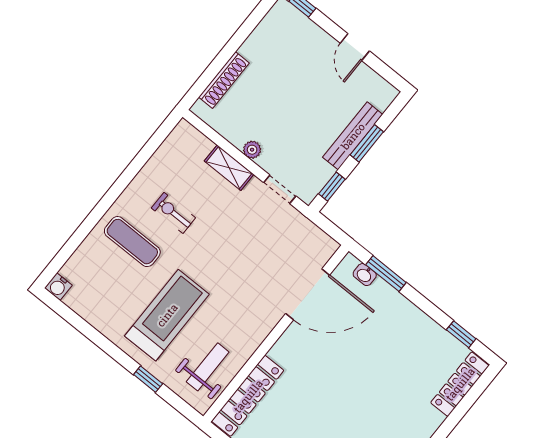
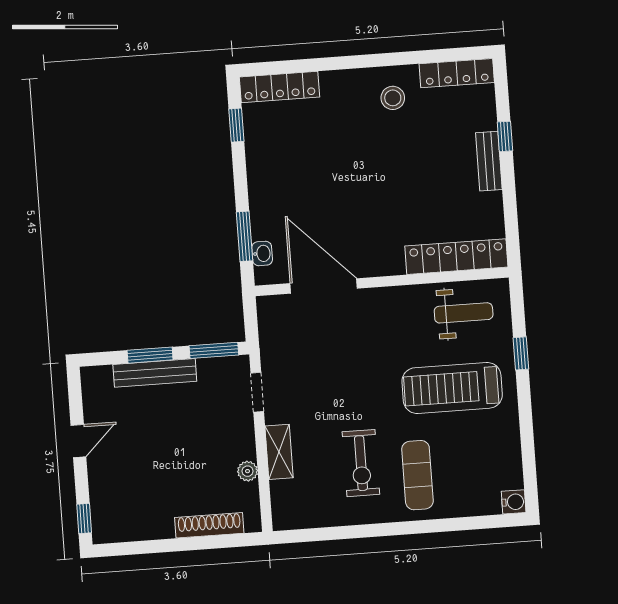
plant: (252, 150) -> (248, 471), moved
window: (332, 187) -> (214, 350), width x1.50
exercise bike: (173, 213) -> (361, 463), width x1.38, depth x1.39
weight bench: (208, 367) -> (464, 313), turned 180

